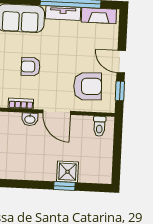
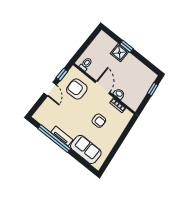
fireplace: (99, 16) -> (44, 121), removed

